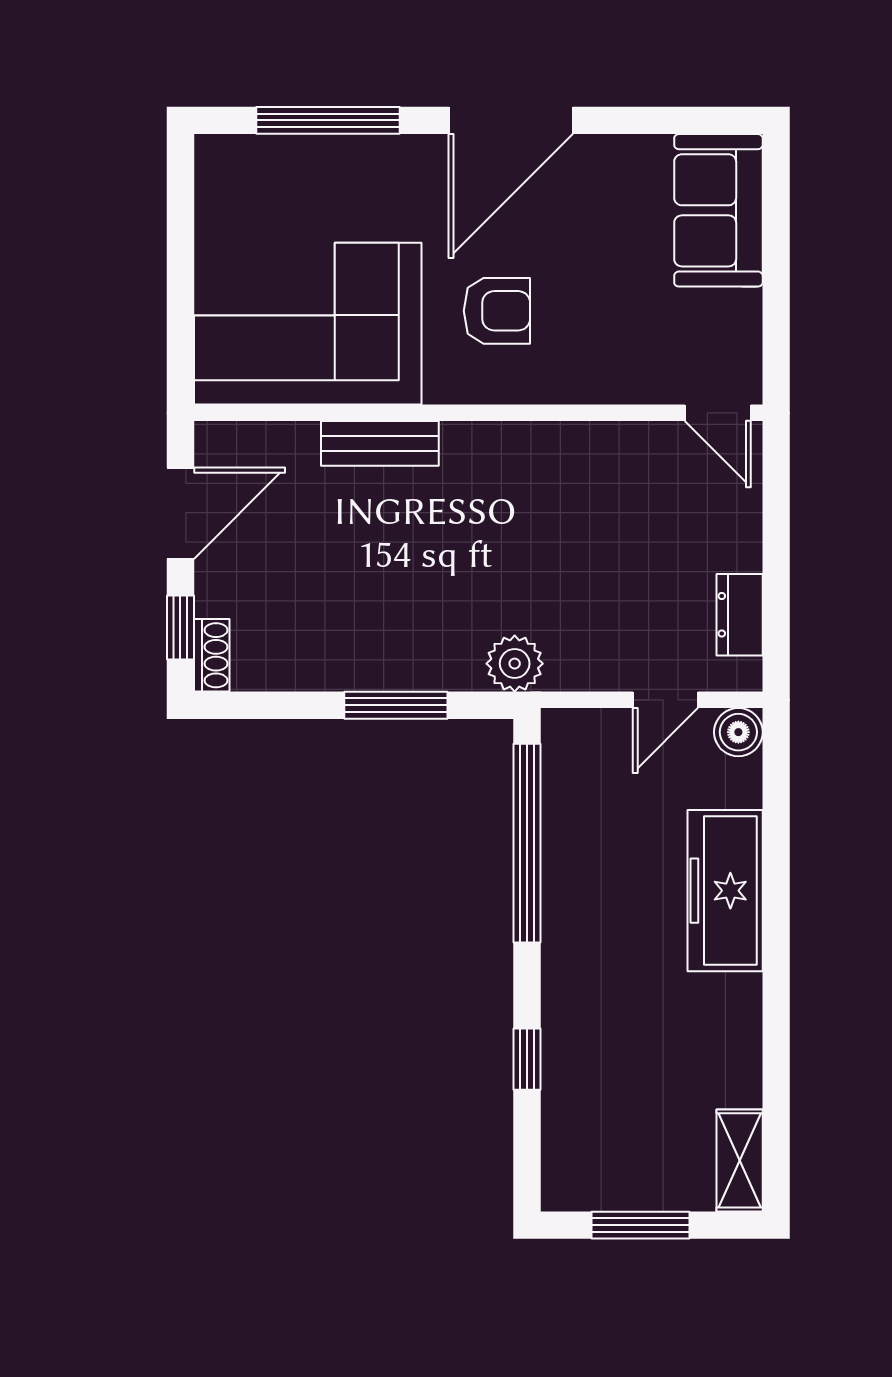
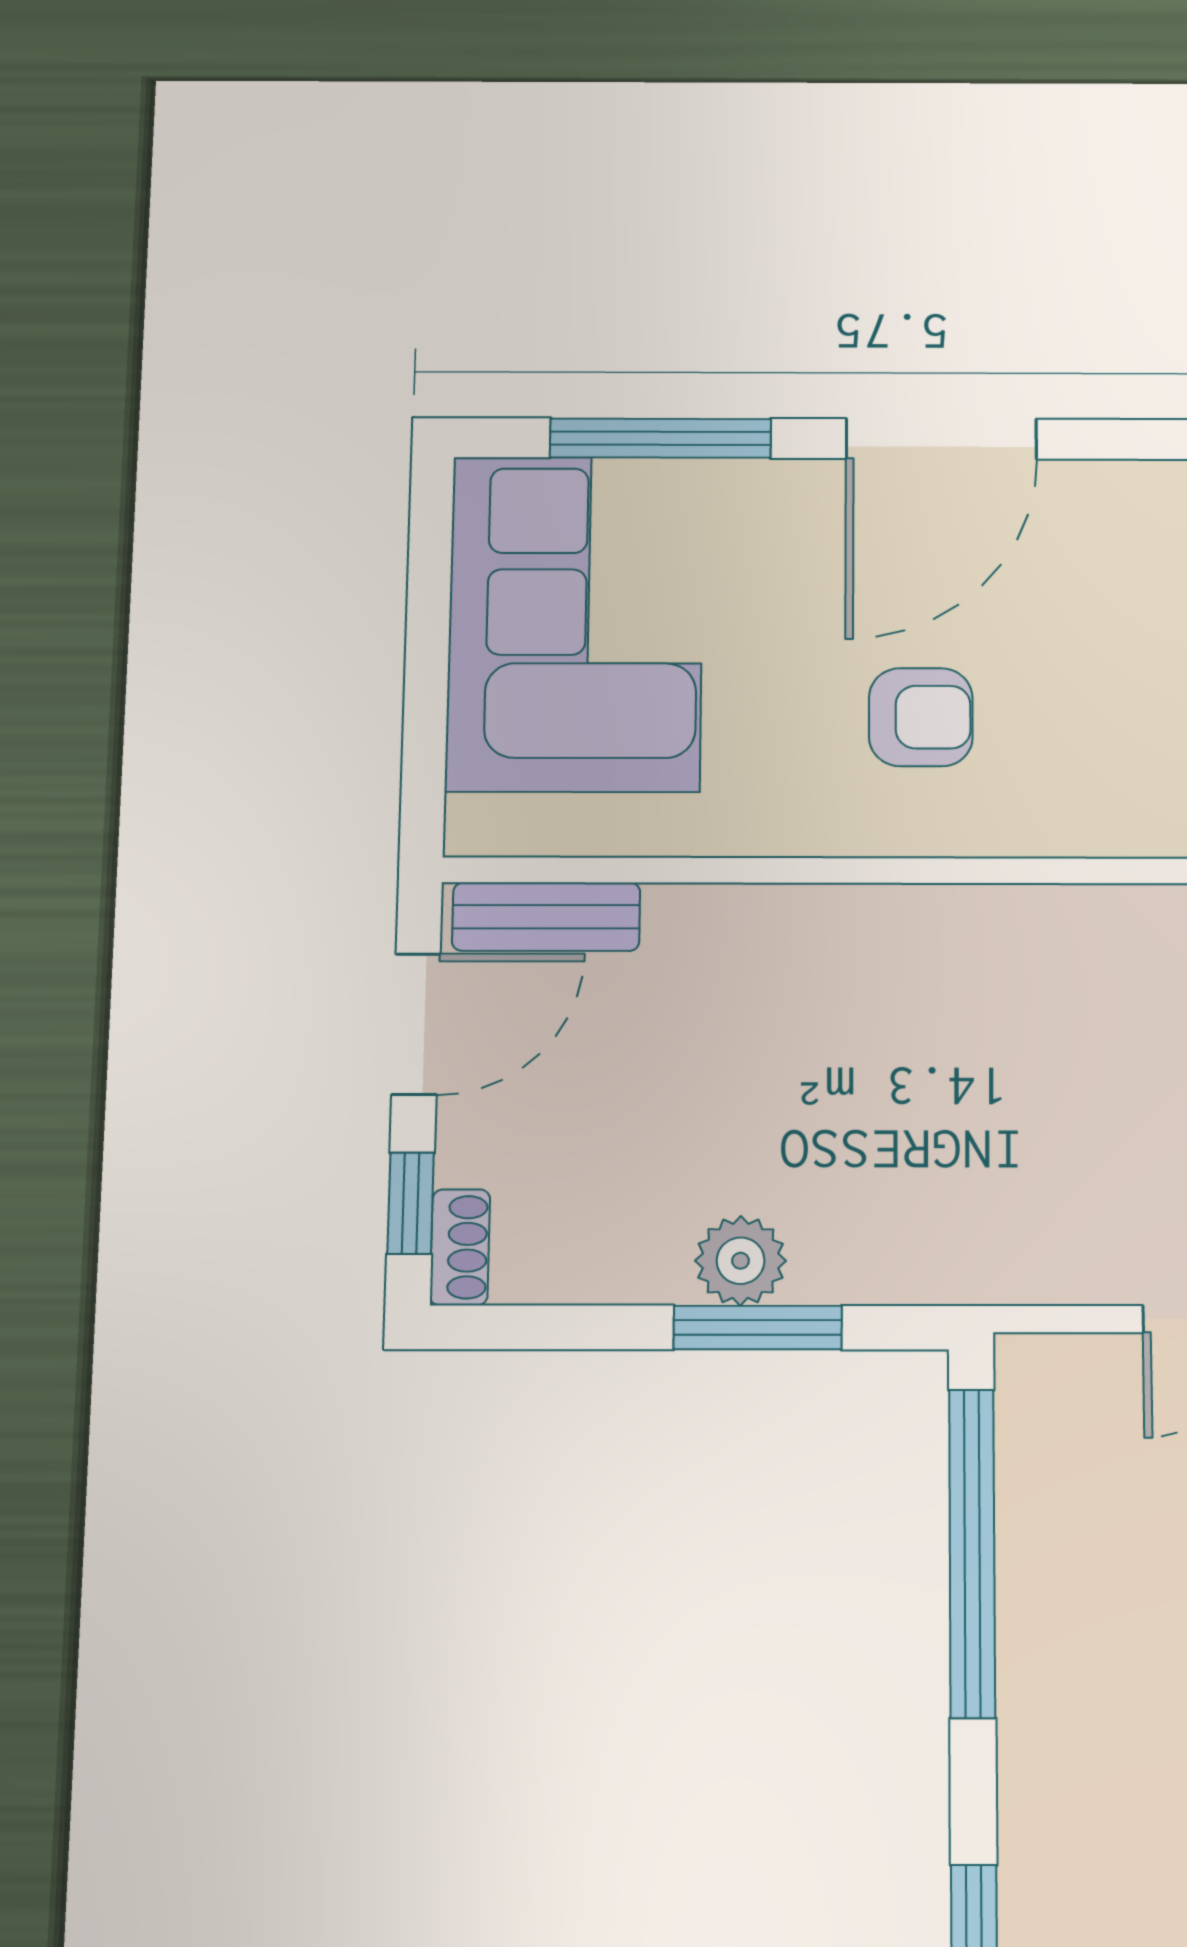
corner sofa: (308, 324) -> (575, 623), moved, turned 90
bench: (380, 443) -> (546, 917), moved
plant: (515, 664) -> (741, 1261), moved

